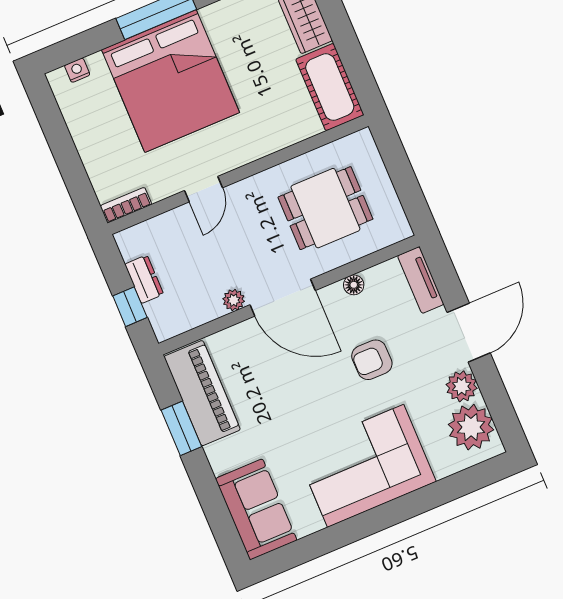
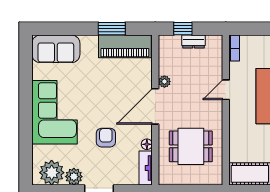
door: (204, 189) -> (226, 90), hinge flipped
dining table: (325, 208) -> (191, 146), turned 90
tv unit: (421, 280) -> (146, 168), moved, turned -90

